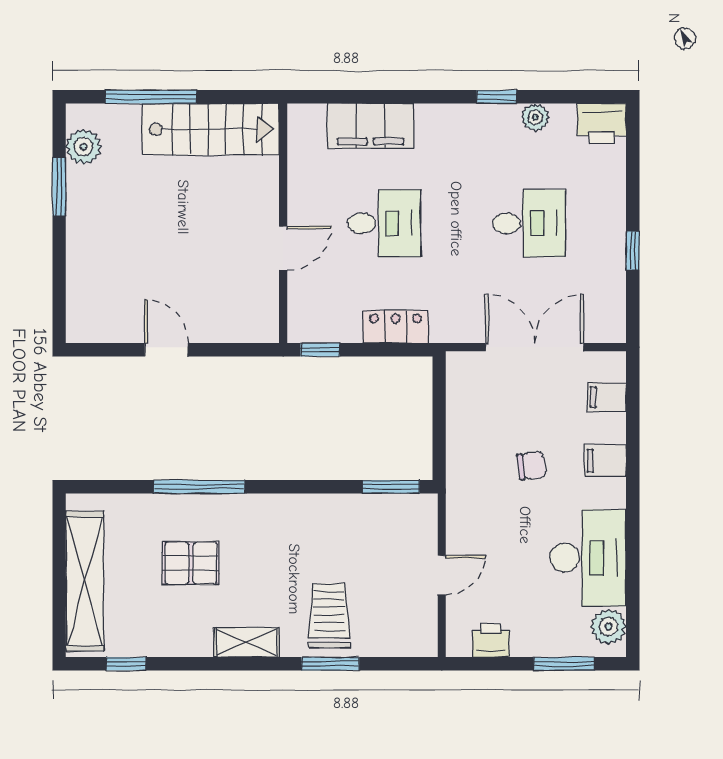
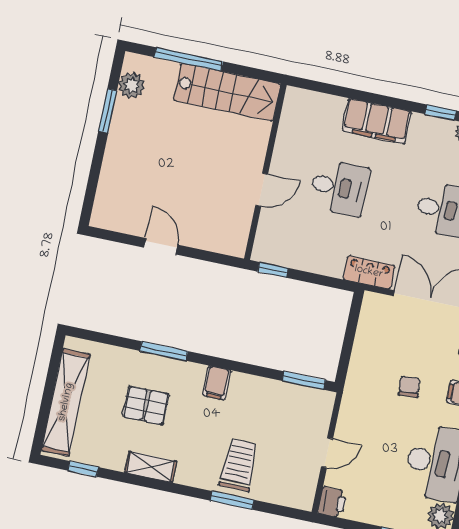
filing cabinet: (371, 126) -> (377, 121), moved
locker: (395, 327) -> (369, 272), moved
chair: (531, 466) -> (409, 387), turned -88
window: (199, 487) -> (164, 351), width x0.69
filing cabinet: (278, 514) -> (217, 383), added
printer: (491, 640) -> (332, 502), moved, turned 90
shelving: (247, 642) -> (151, 467), moved

